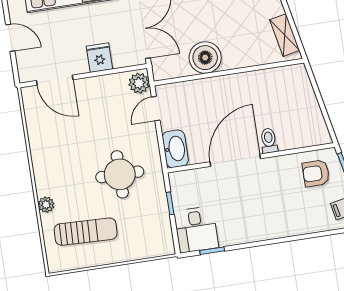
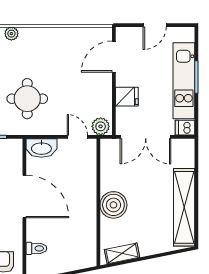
boiler: (205, 58) -> (113, 205), moved
toilet: (269, 141) -> (36, 248), moved

